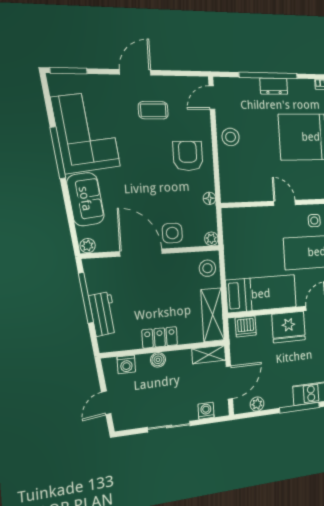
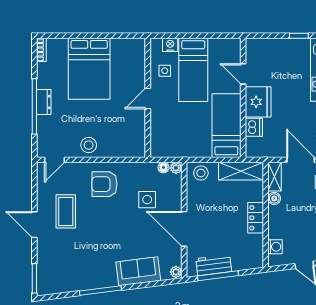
door: (212, 98) -> (55, 160), hinge flipped
coffee table: (153, 110) -> (66, 211), width x1.36, depth x1.30
corner sofa: (86, 132) -> (84, 268), removed
floor lamp: (209, 198) -> (163, 167), moved
side table: (172, 233) -> (147, 200), moved
door: (141, 252) -> (184, 229), hinge flipped
workbench: (103, 314) -> (214, 265), moved
dishwasher: (246, 326) -> (254, 127), moved
boiler: (158, 360) -> (274, 198), moved

